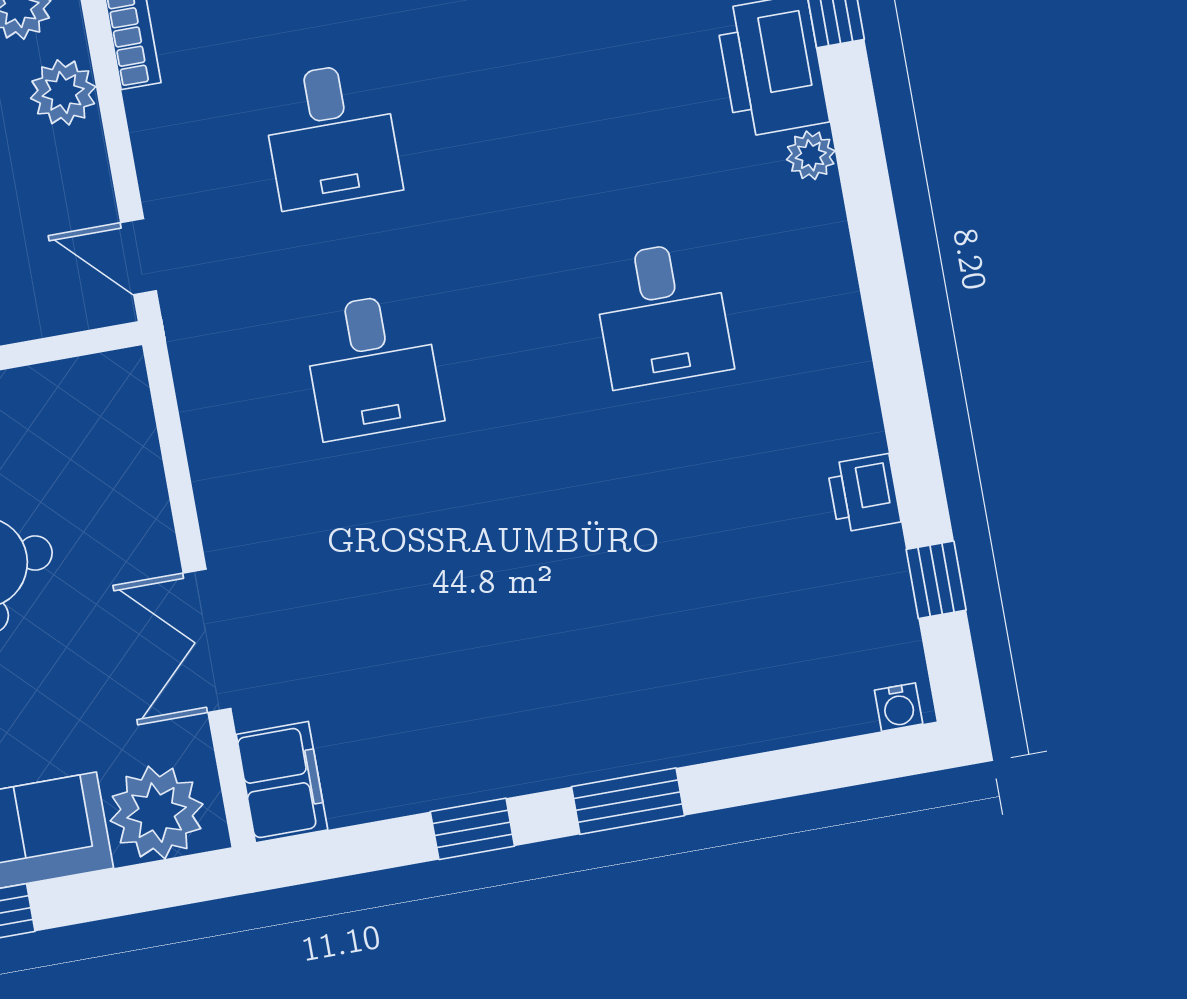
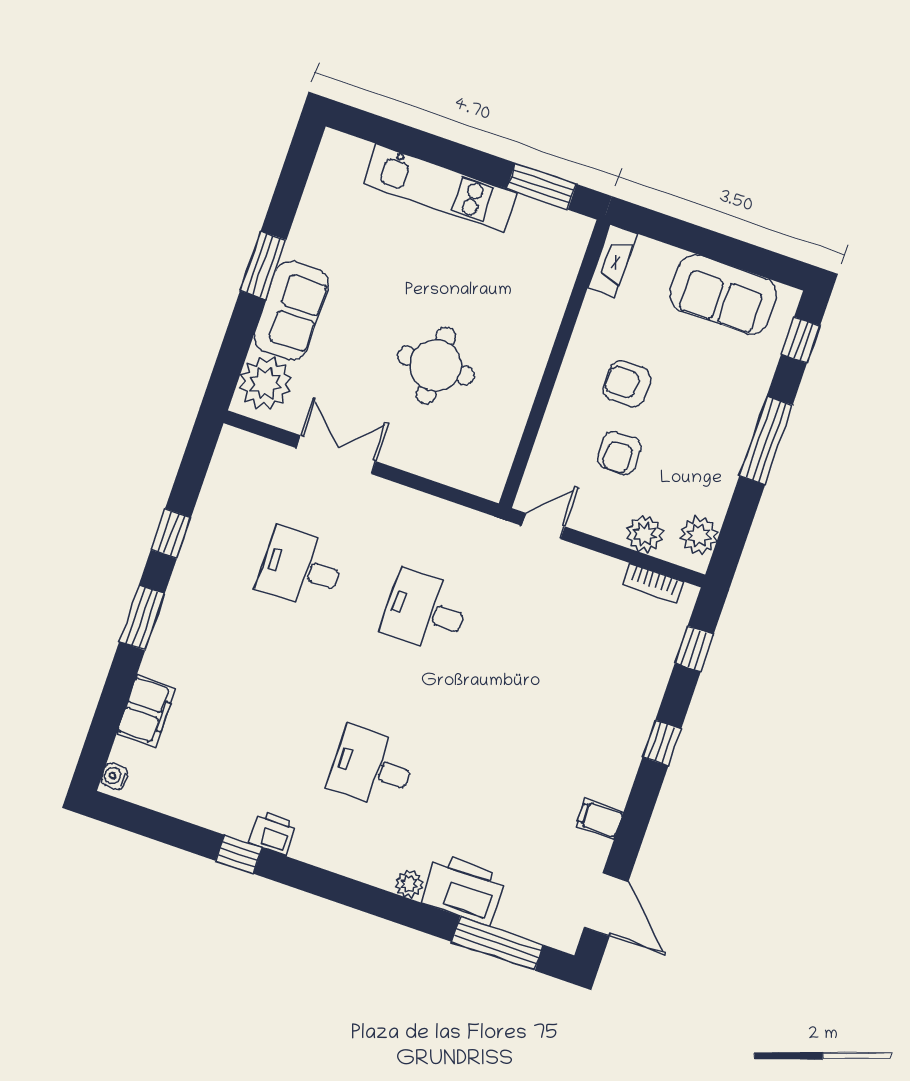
desk: (331, 135) -> (301, 568), moved
printer: (864, 493) -> (273, 833), moved
window: (936, 580) -> (239, 854), moved
filing cabinet: (282, 782) -> (146, 711), moved, turned -90

